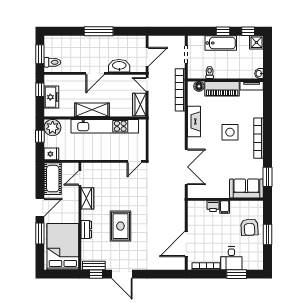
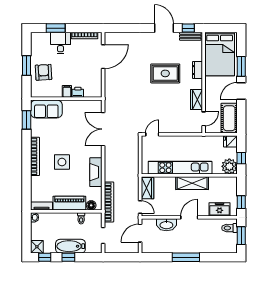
freezer: (51, 97) -> (219, 209), moved, turned 90
rug: (120, 226) -> (165, 73), turned 90

